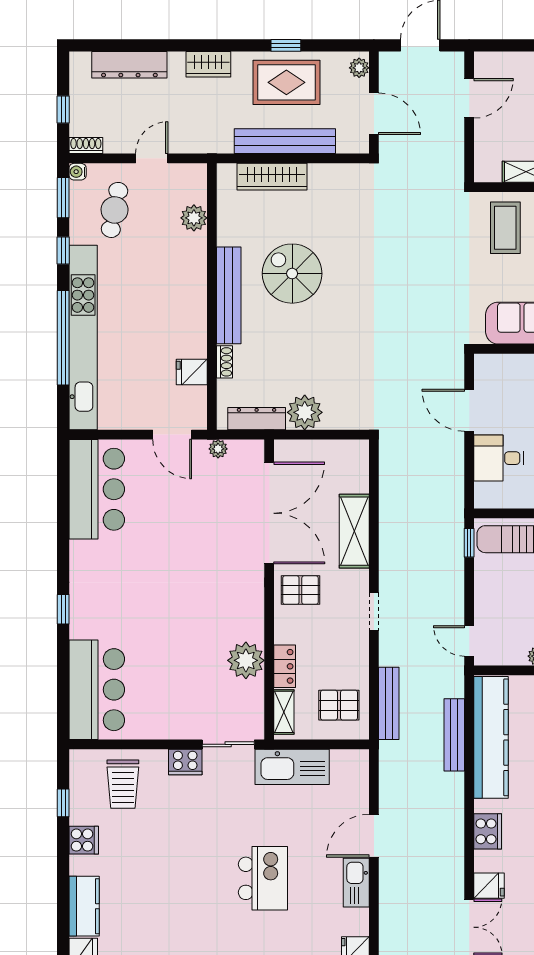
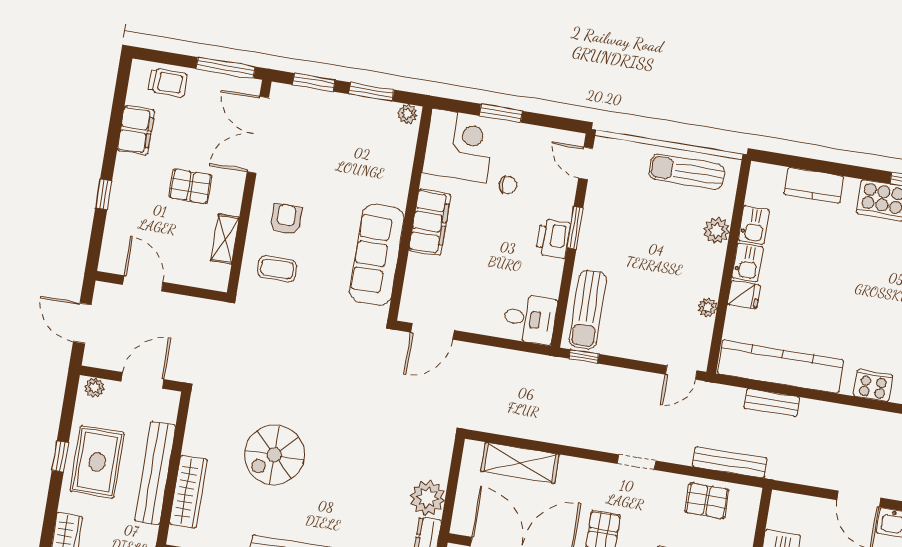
coffee table: (505, 228) -> (277, 269), width x0.73, depth x0.77
spiral stairs: (292, 274) -> (274, 455), moved
door: (469, 410) -> (433, 331), moved
desk: (499, 458) -> (530, 319), moved, turned -90
shelving: (354, 531) -> (520, 463), moved
pallet: (339, 705) -> (707, 501), moved, turned 90
bench: (454, 735) -> (772, 403), width x0.73

